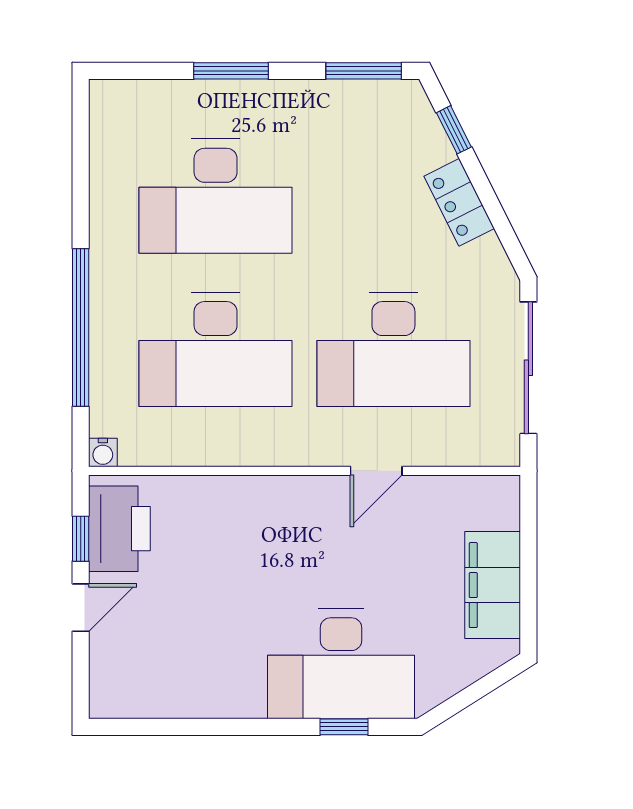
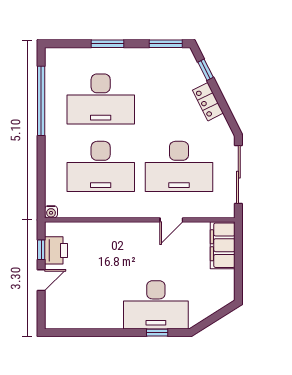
window: (81, 328) -> (41, 101), moved
printer: (119, 529) -> (56, 250), width x0.73, depth x0.84
filing cabinet: (493, 585) -> (223, 245), moved

